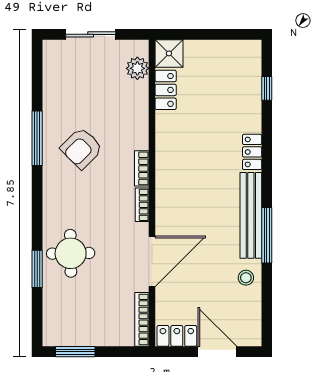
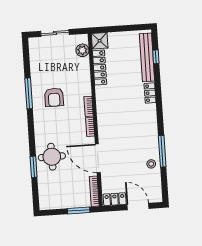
locker: (166, 90) -> (100, 68), width x1.53
armchair: (82, 148) -> (54, 97), turned -45
bench: (251, 215) -> (147, 57), moved
window: (267, 235) -> (162, 151), moved
door: (152, 261) -> (98, 158), swing flipped
window: (75, 352) -> (79, 210), moved

